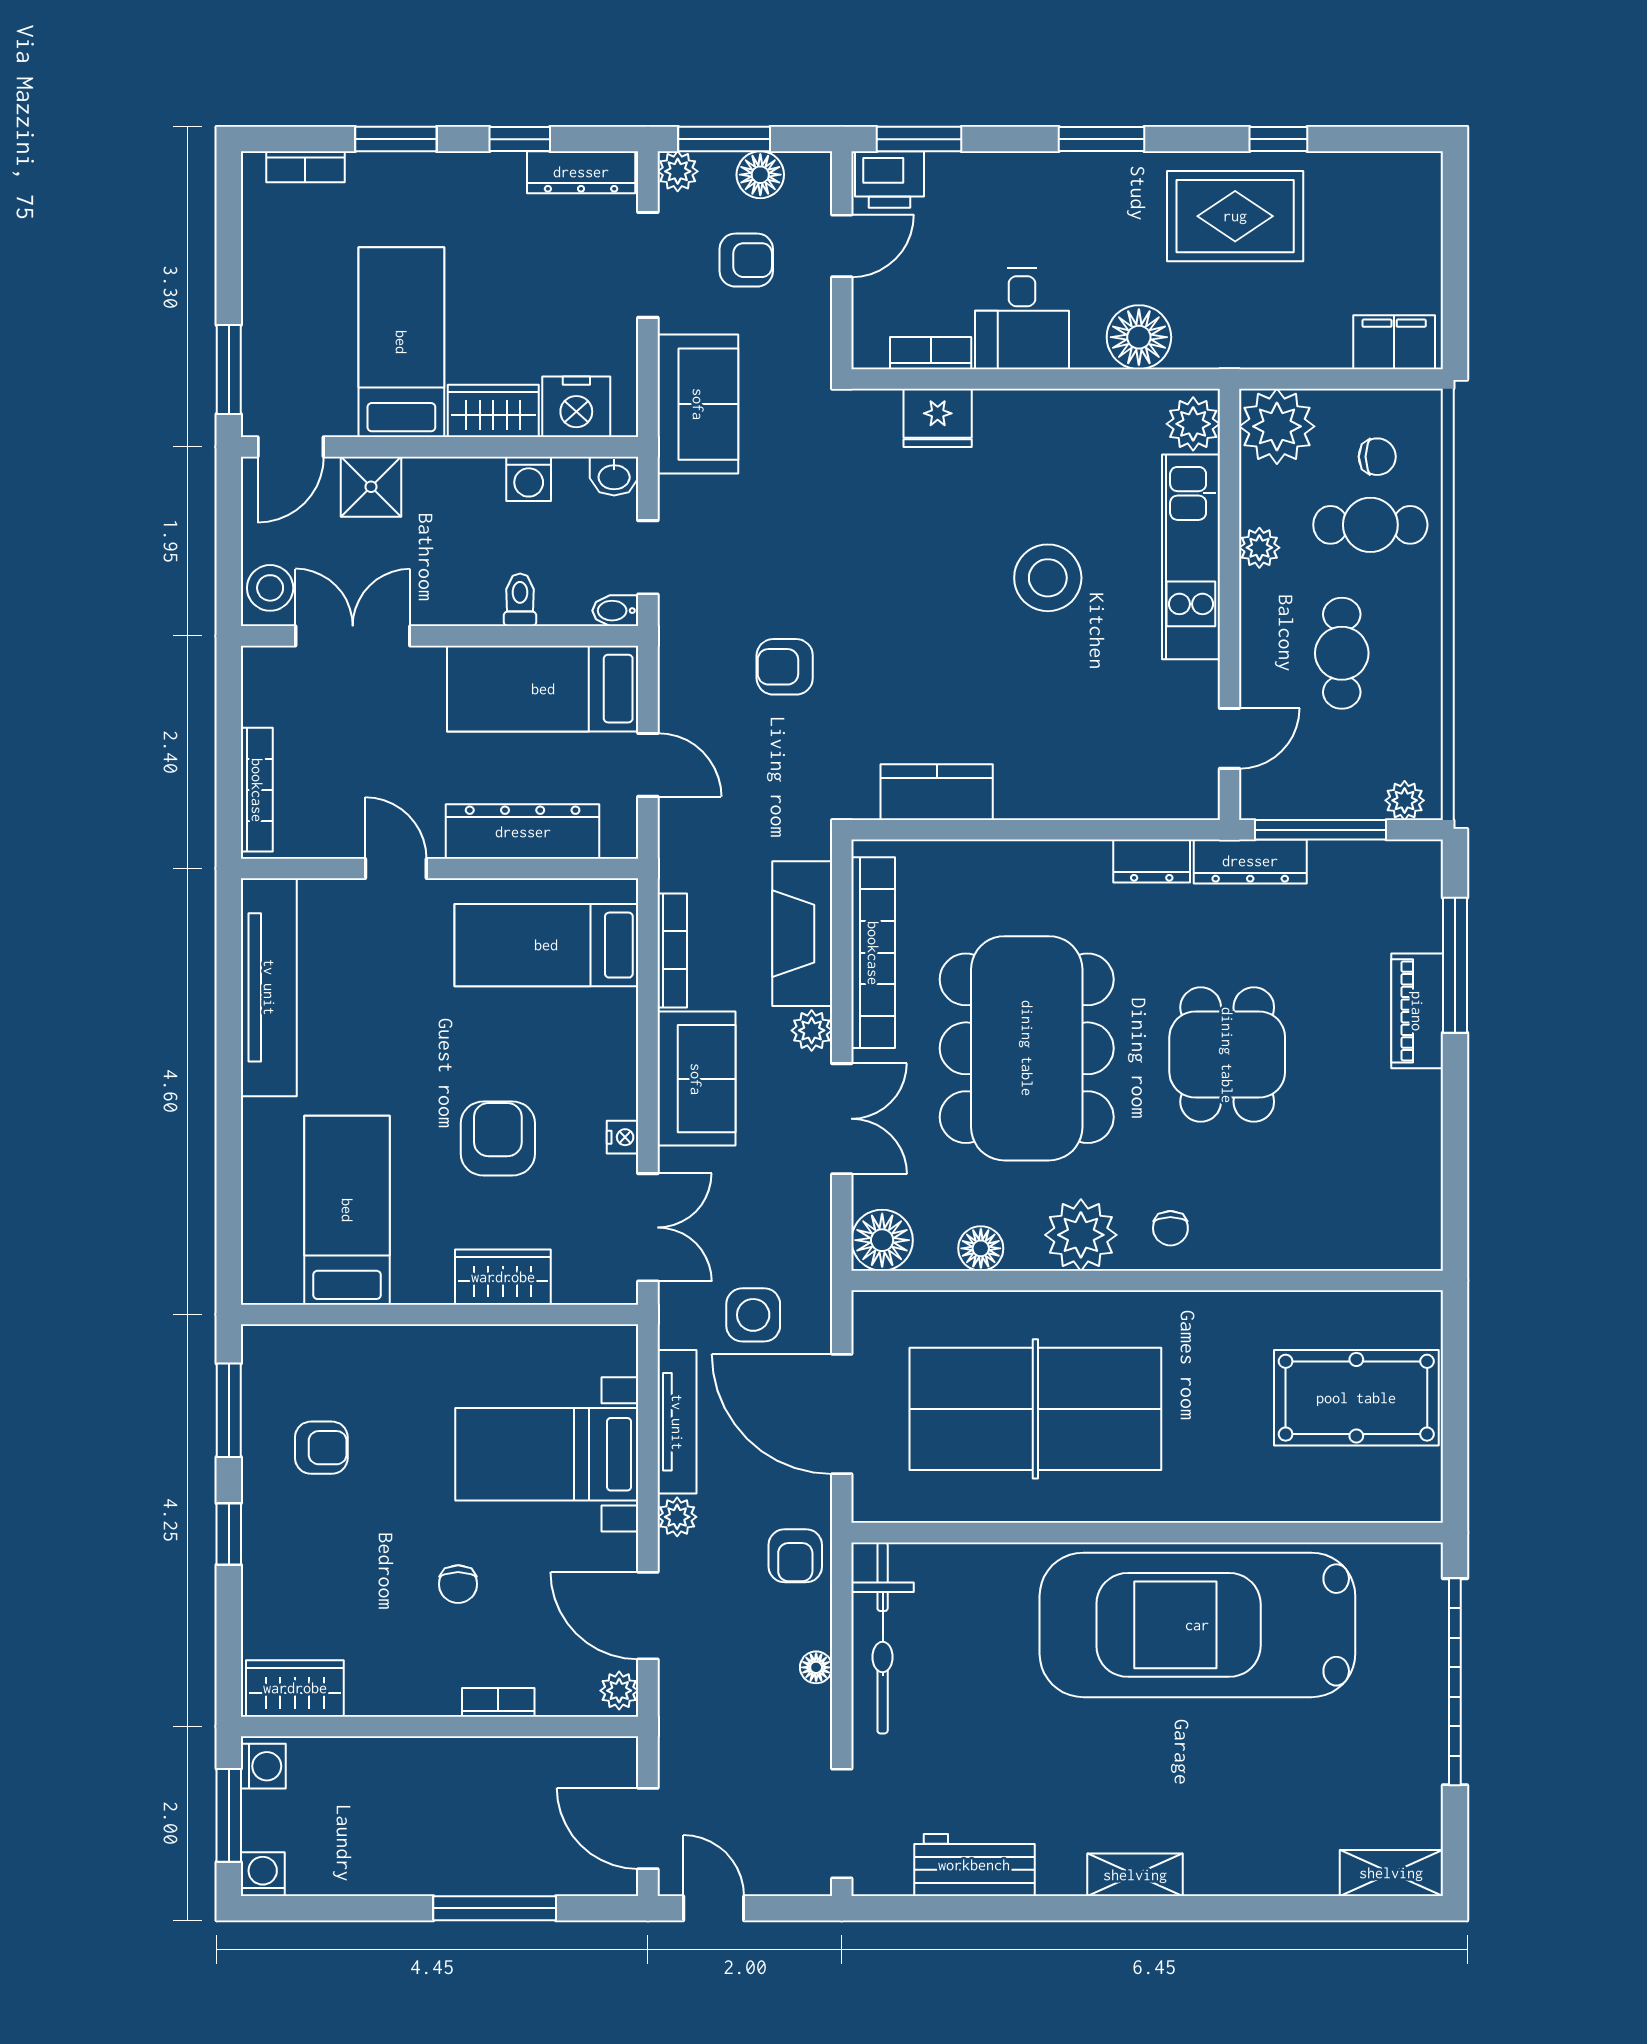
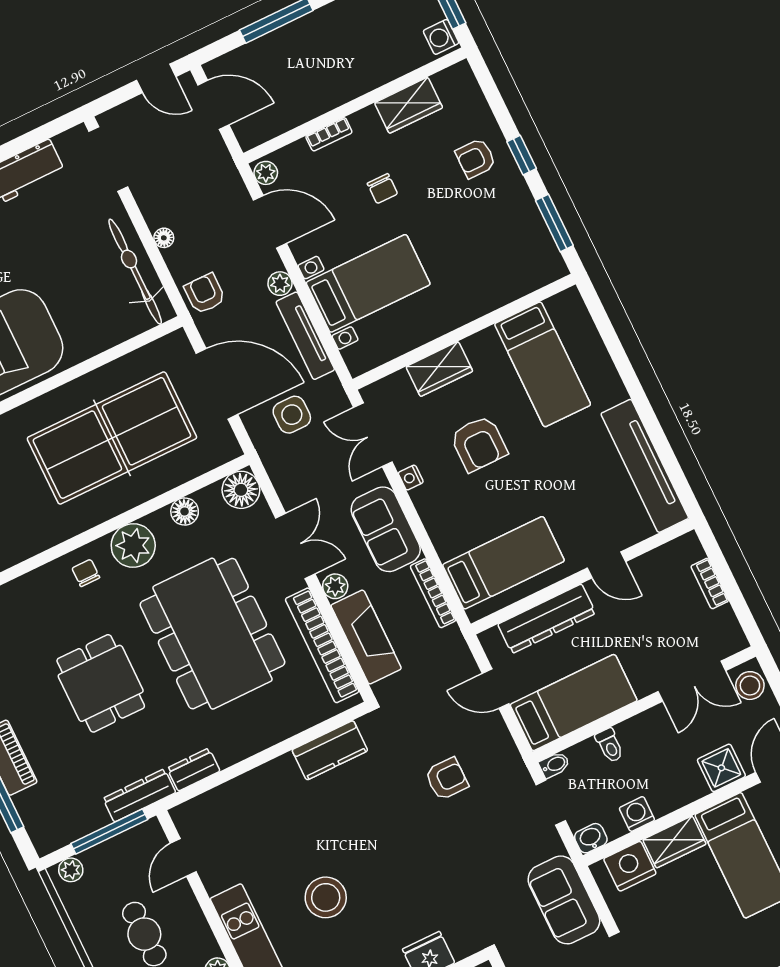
bookcase: (257, 790) -> (710, 584), width x0.64
double door: (842, 1119) -> (295, 546), swing flipped
armchair: (321, 1448) -> (476, 158), moved
chair: (458, 1584) -> (382, 189), turned 180
wardrobe: (295, 1688) -> (409, 105), moved

